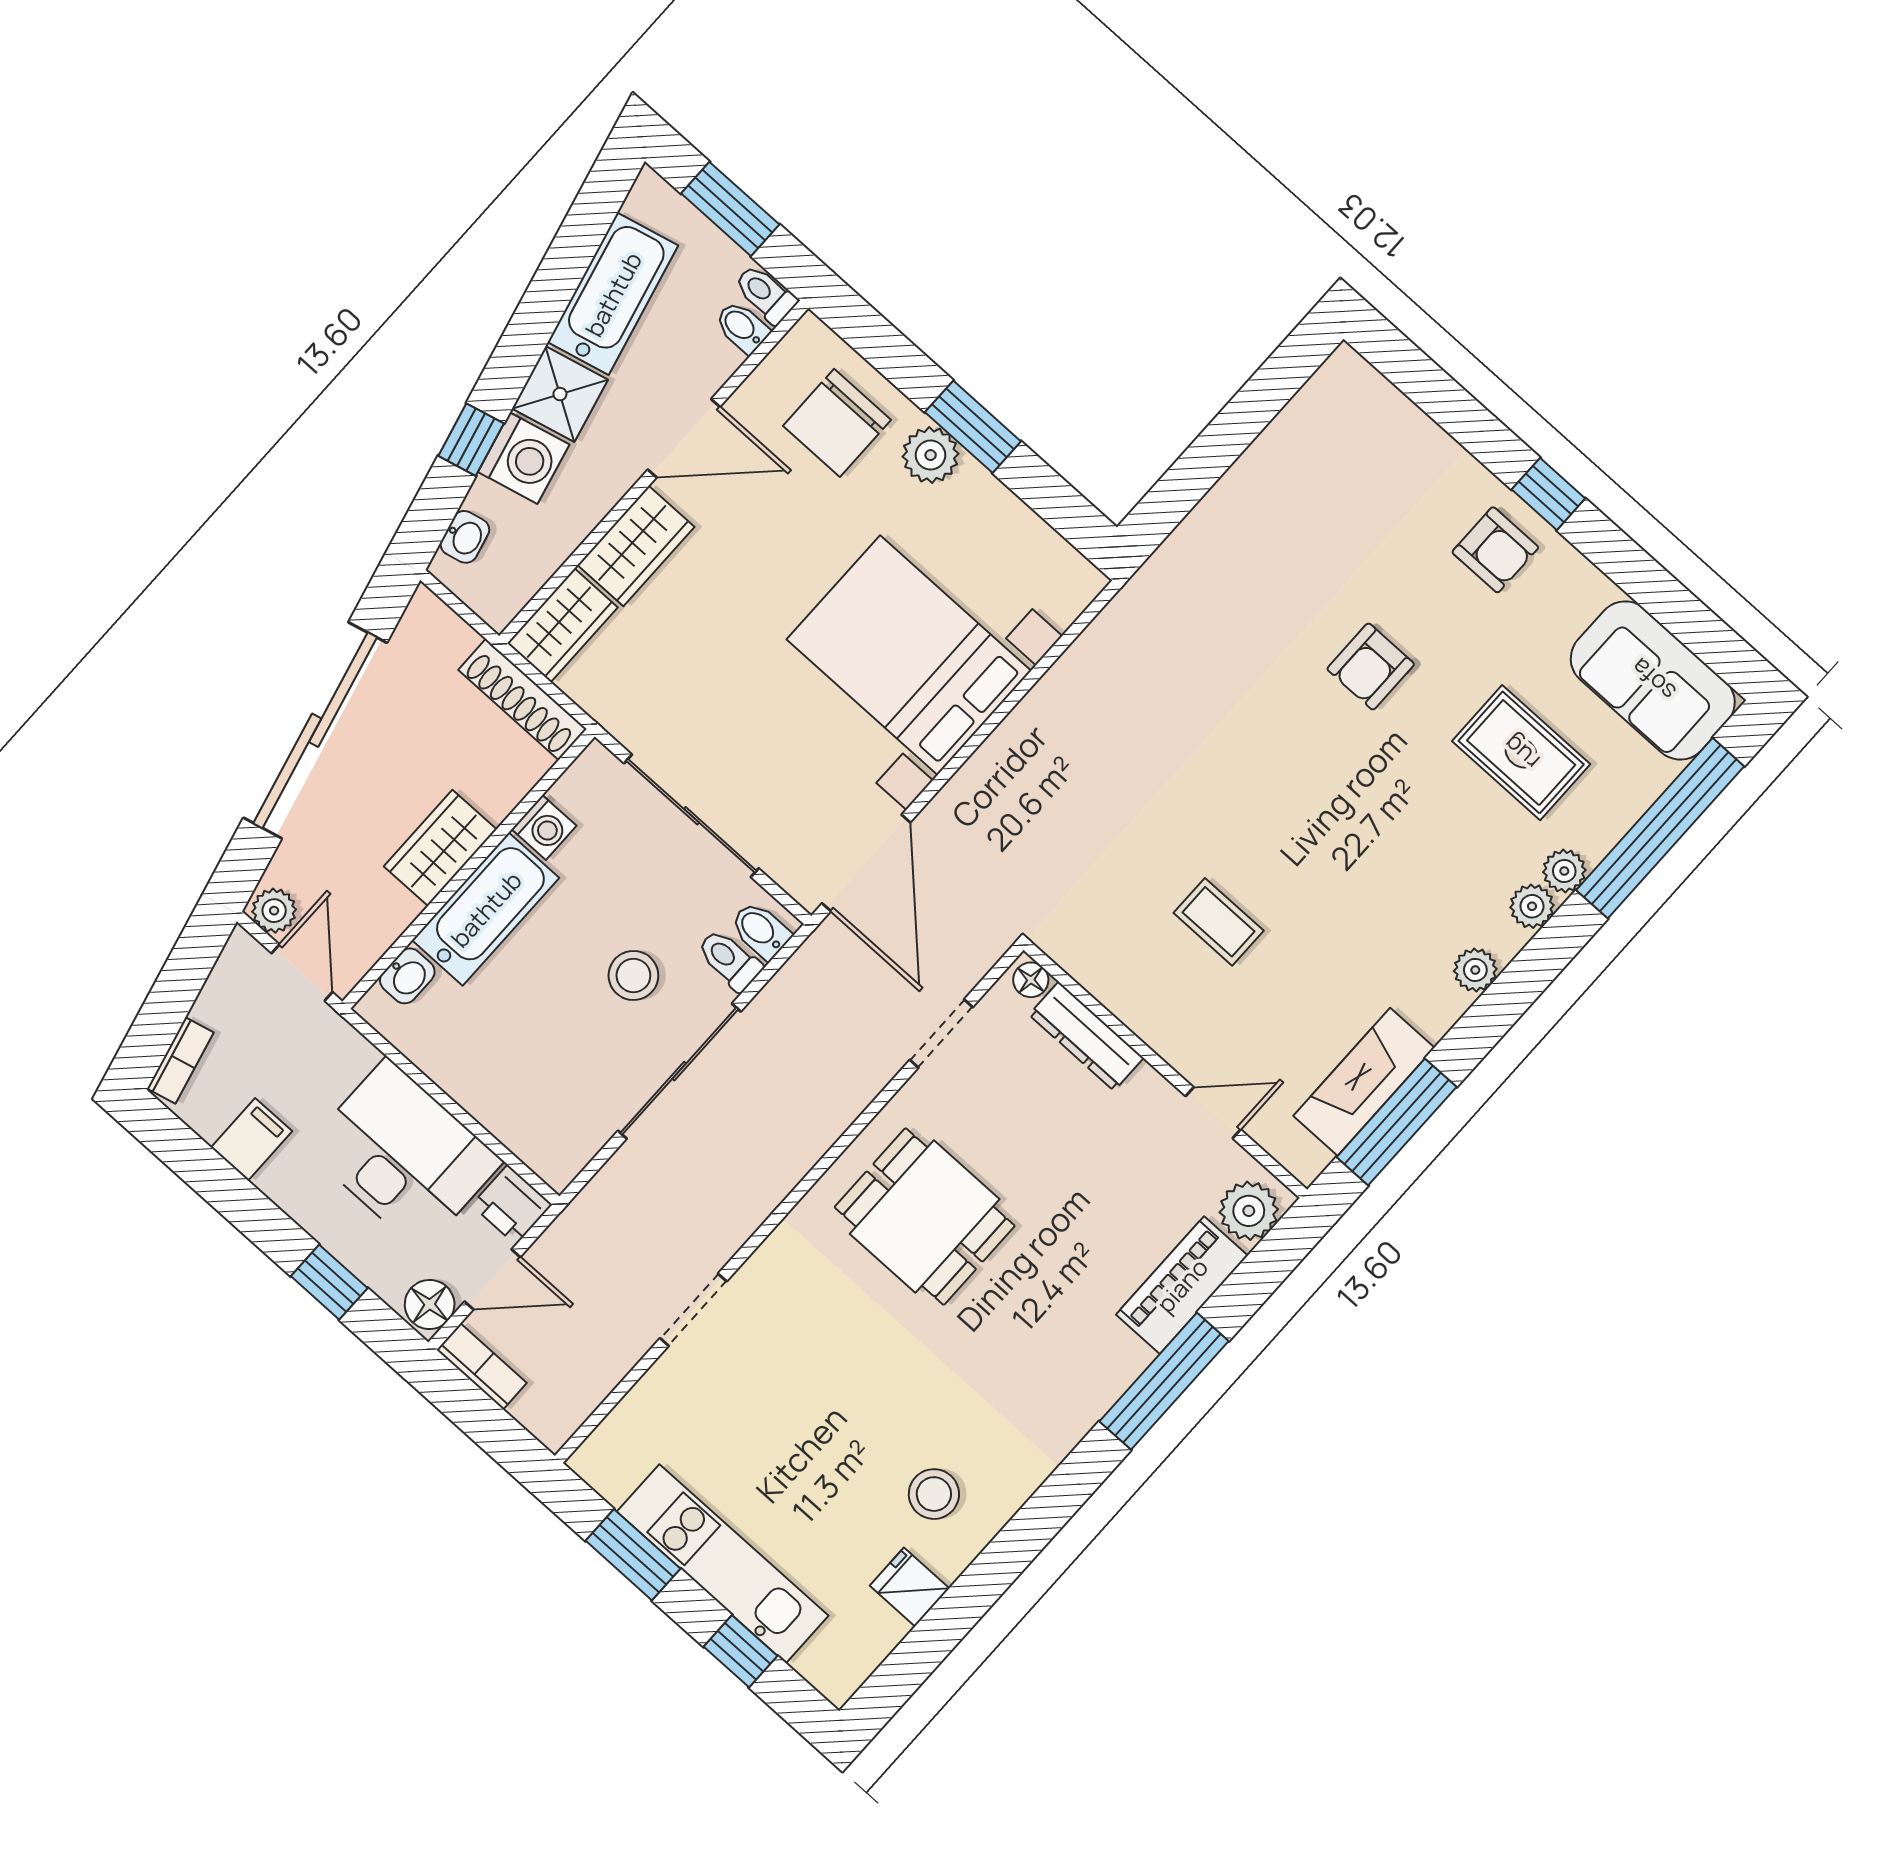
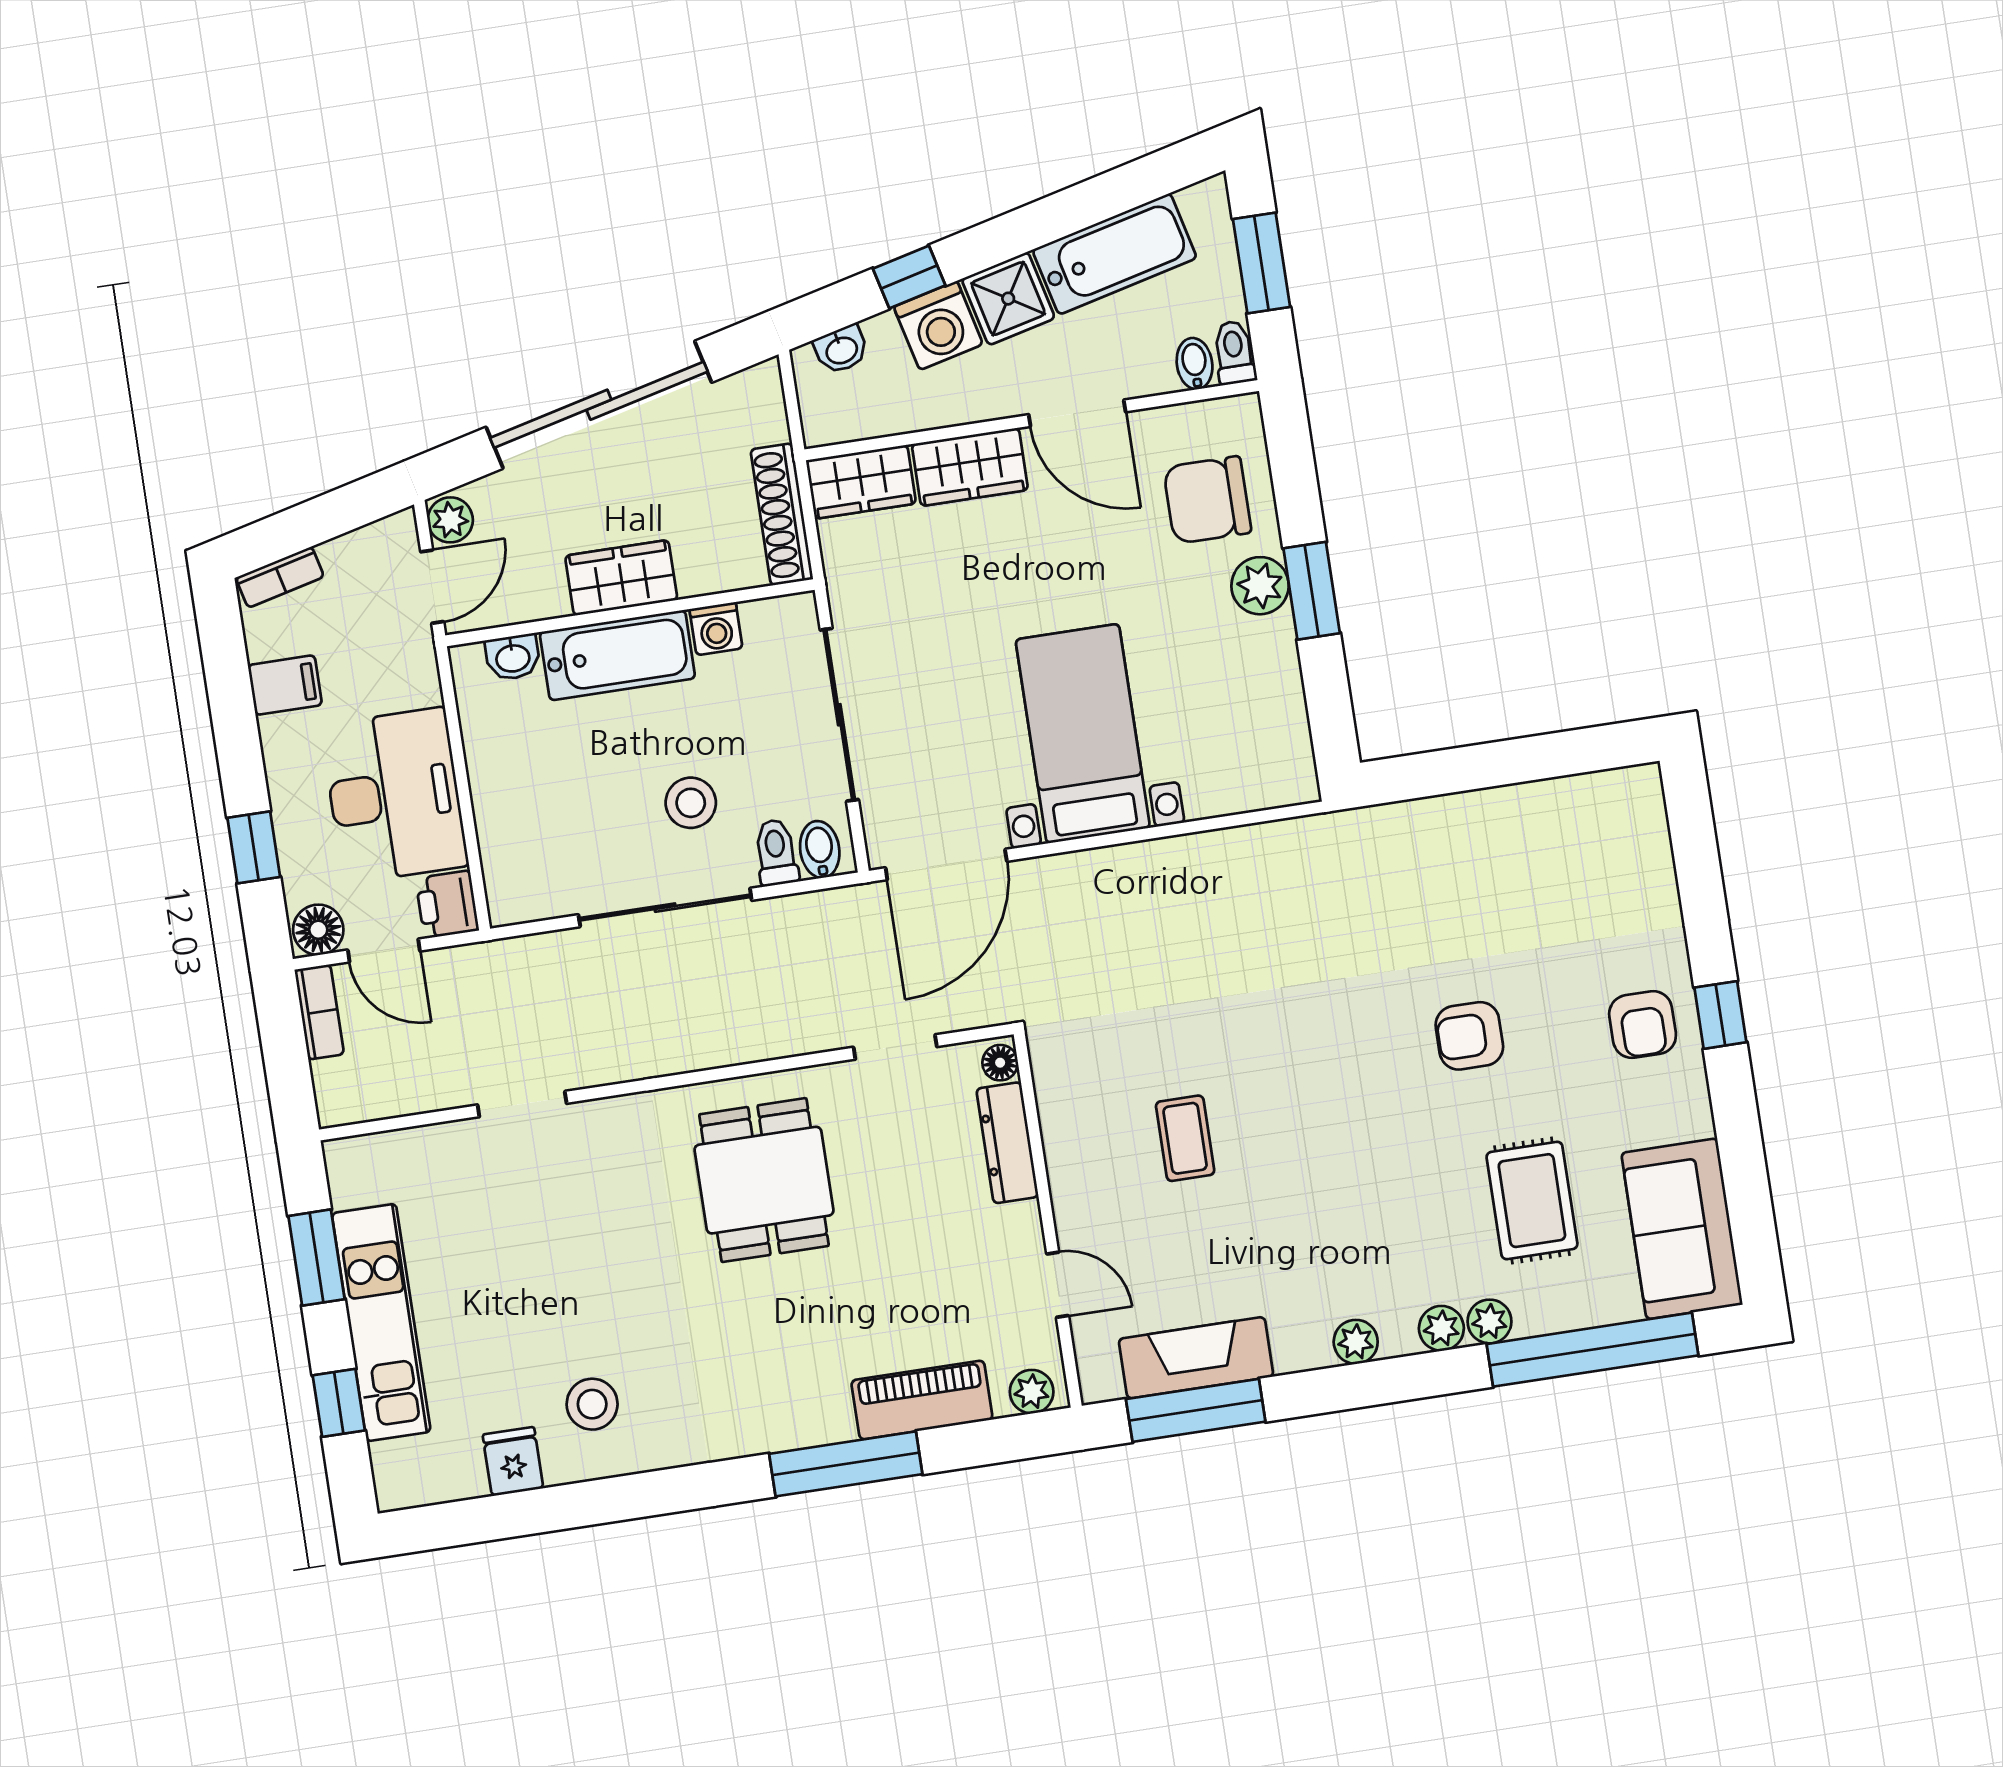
bed with nightstands: (909, 655) -> (1083, 734), width x0.73
plant: (1249, 1211) -> (1032, 1392), width x0.73, depth x0.73

